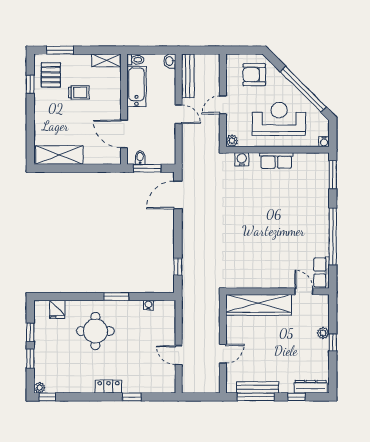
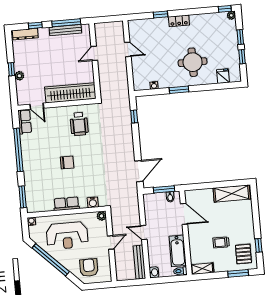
armchair: (254, 75) -> (89, 268), turned -90
chair: (271, 214) -> (67, 162), added
wheelchair: (251, 263) -> (79, 124), added

